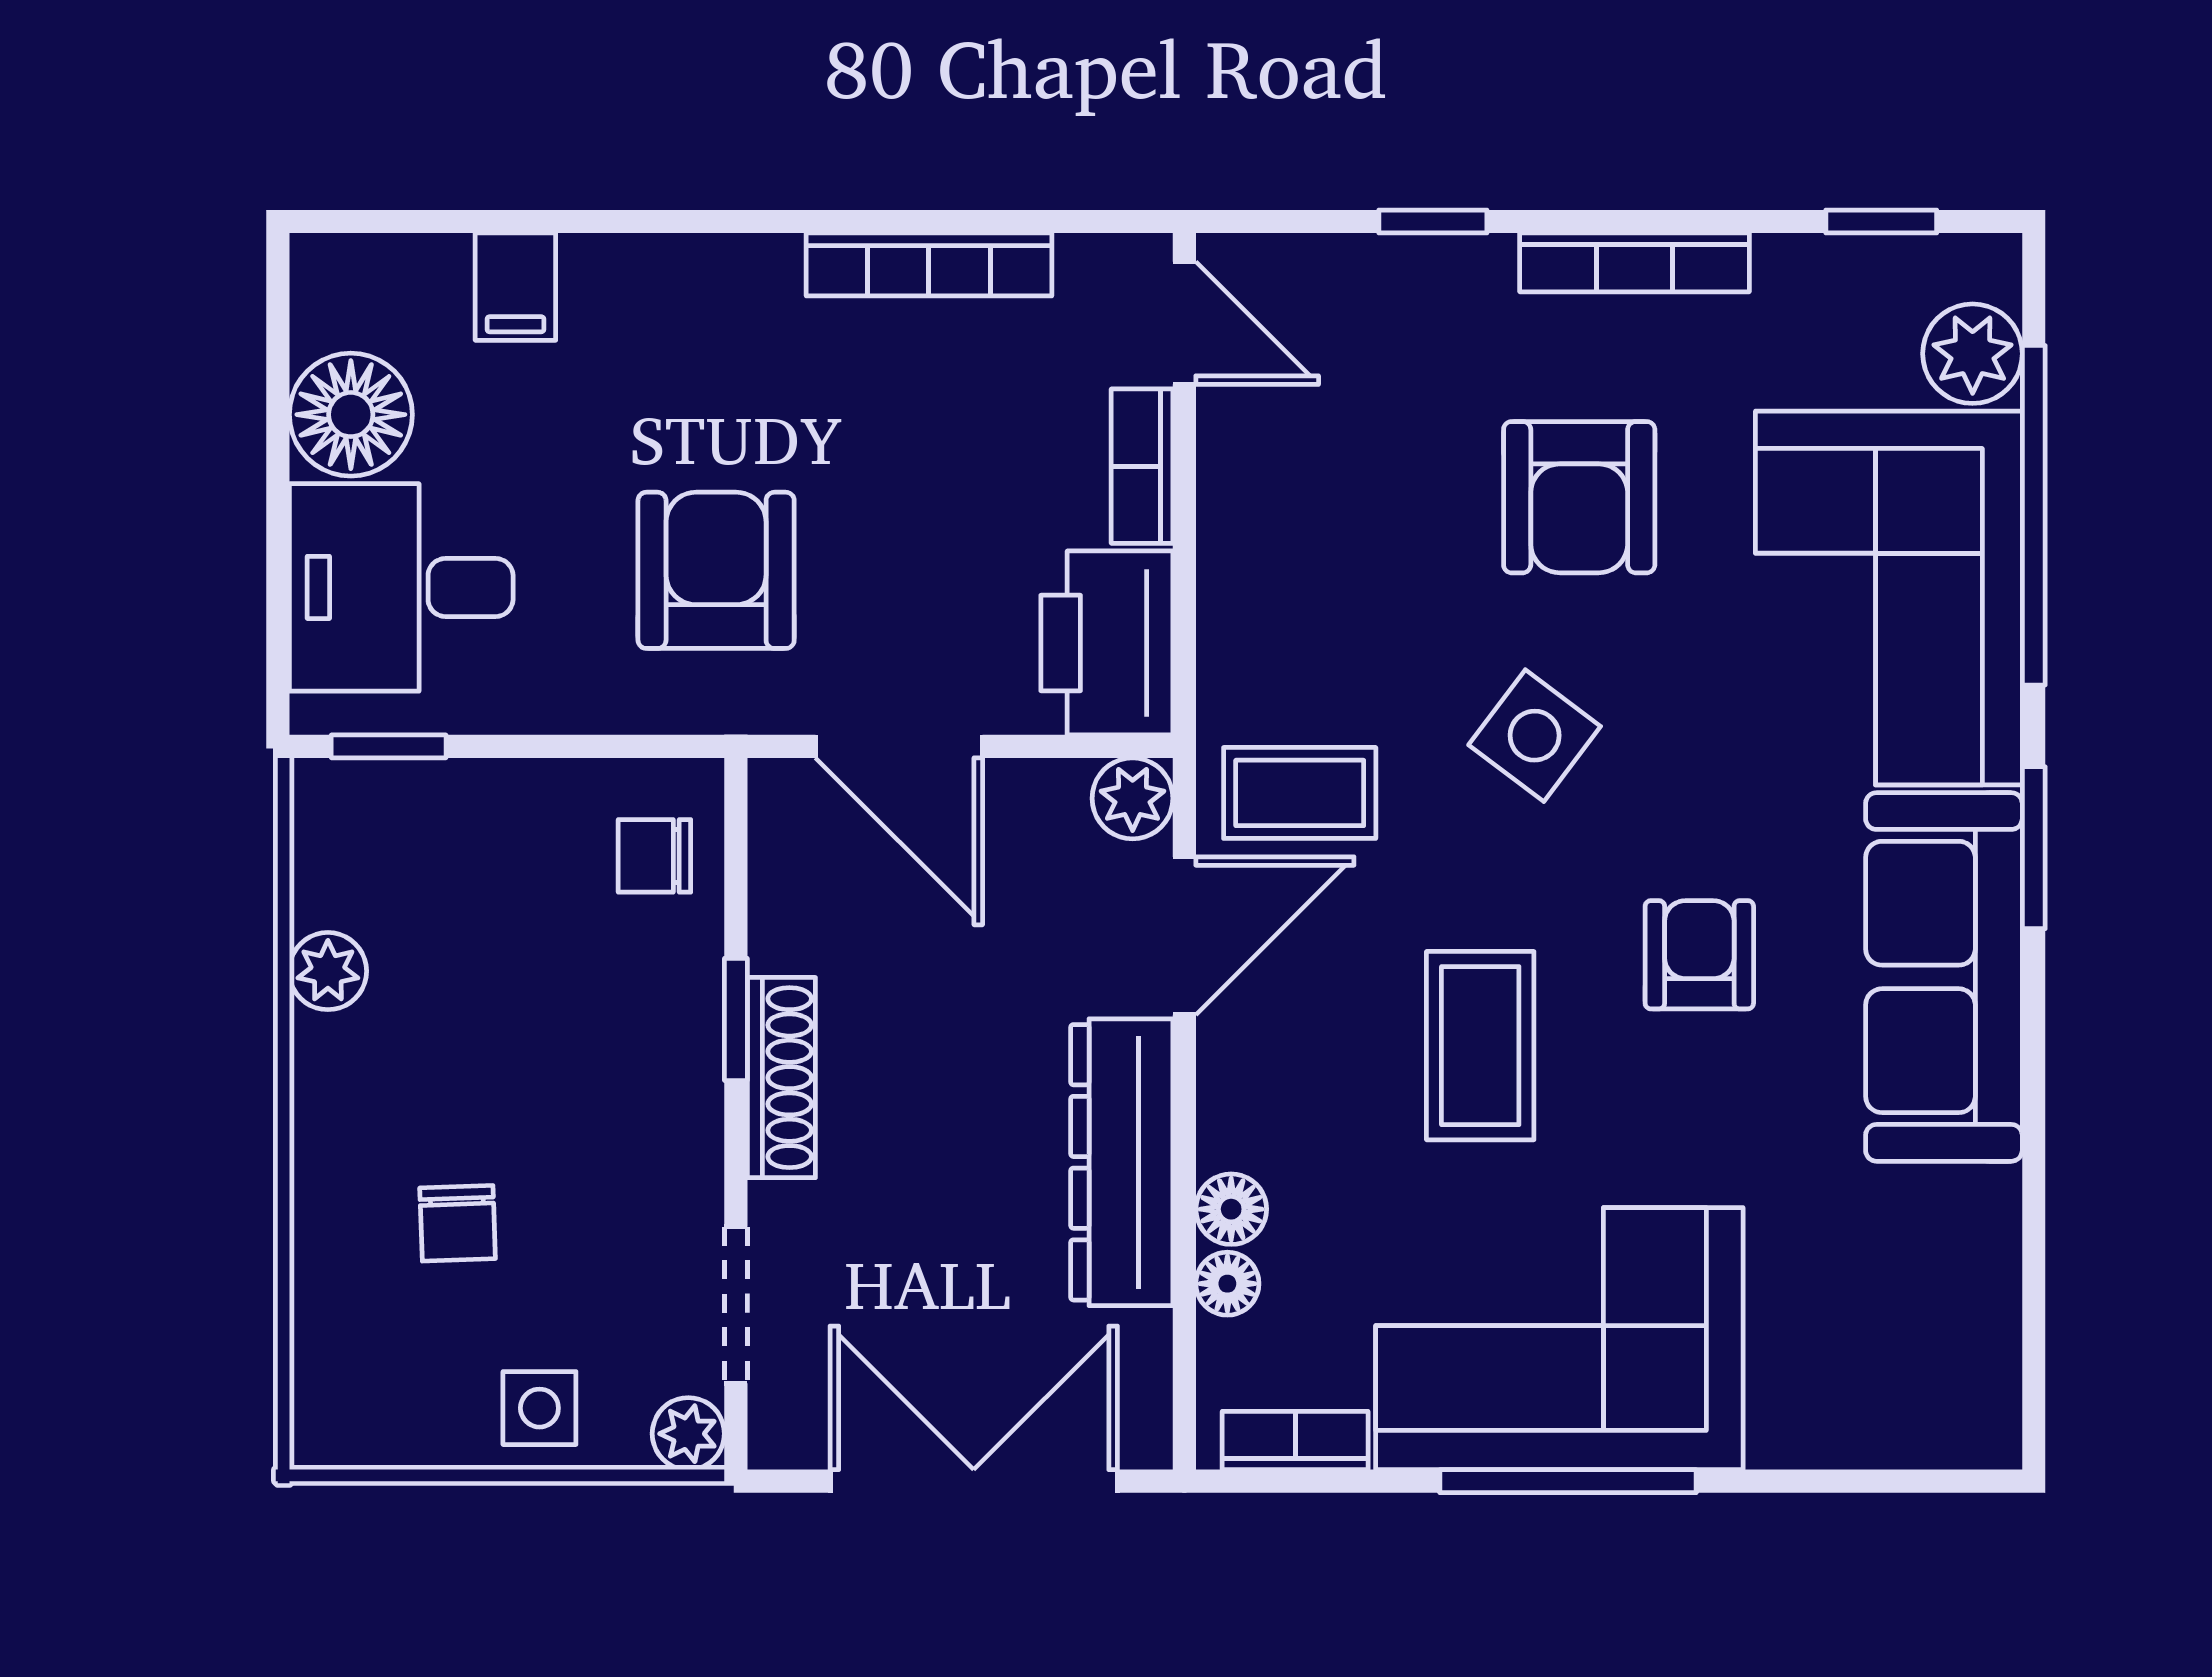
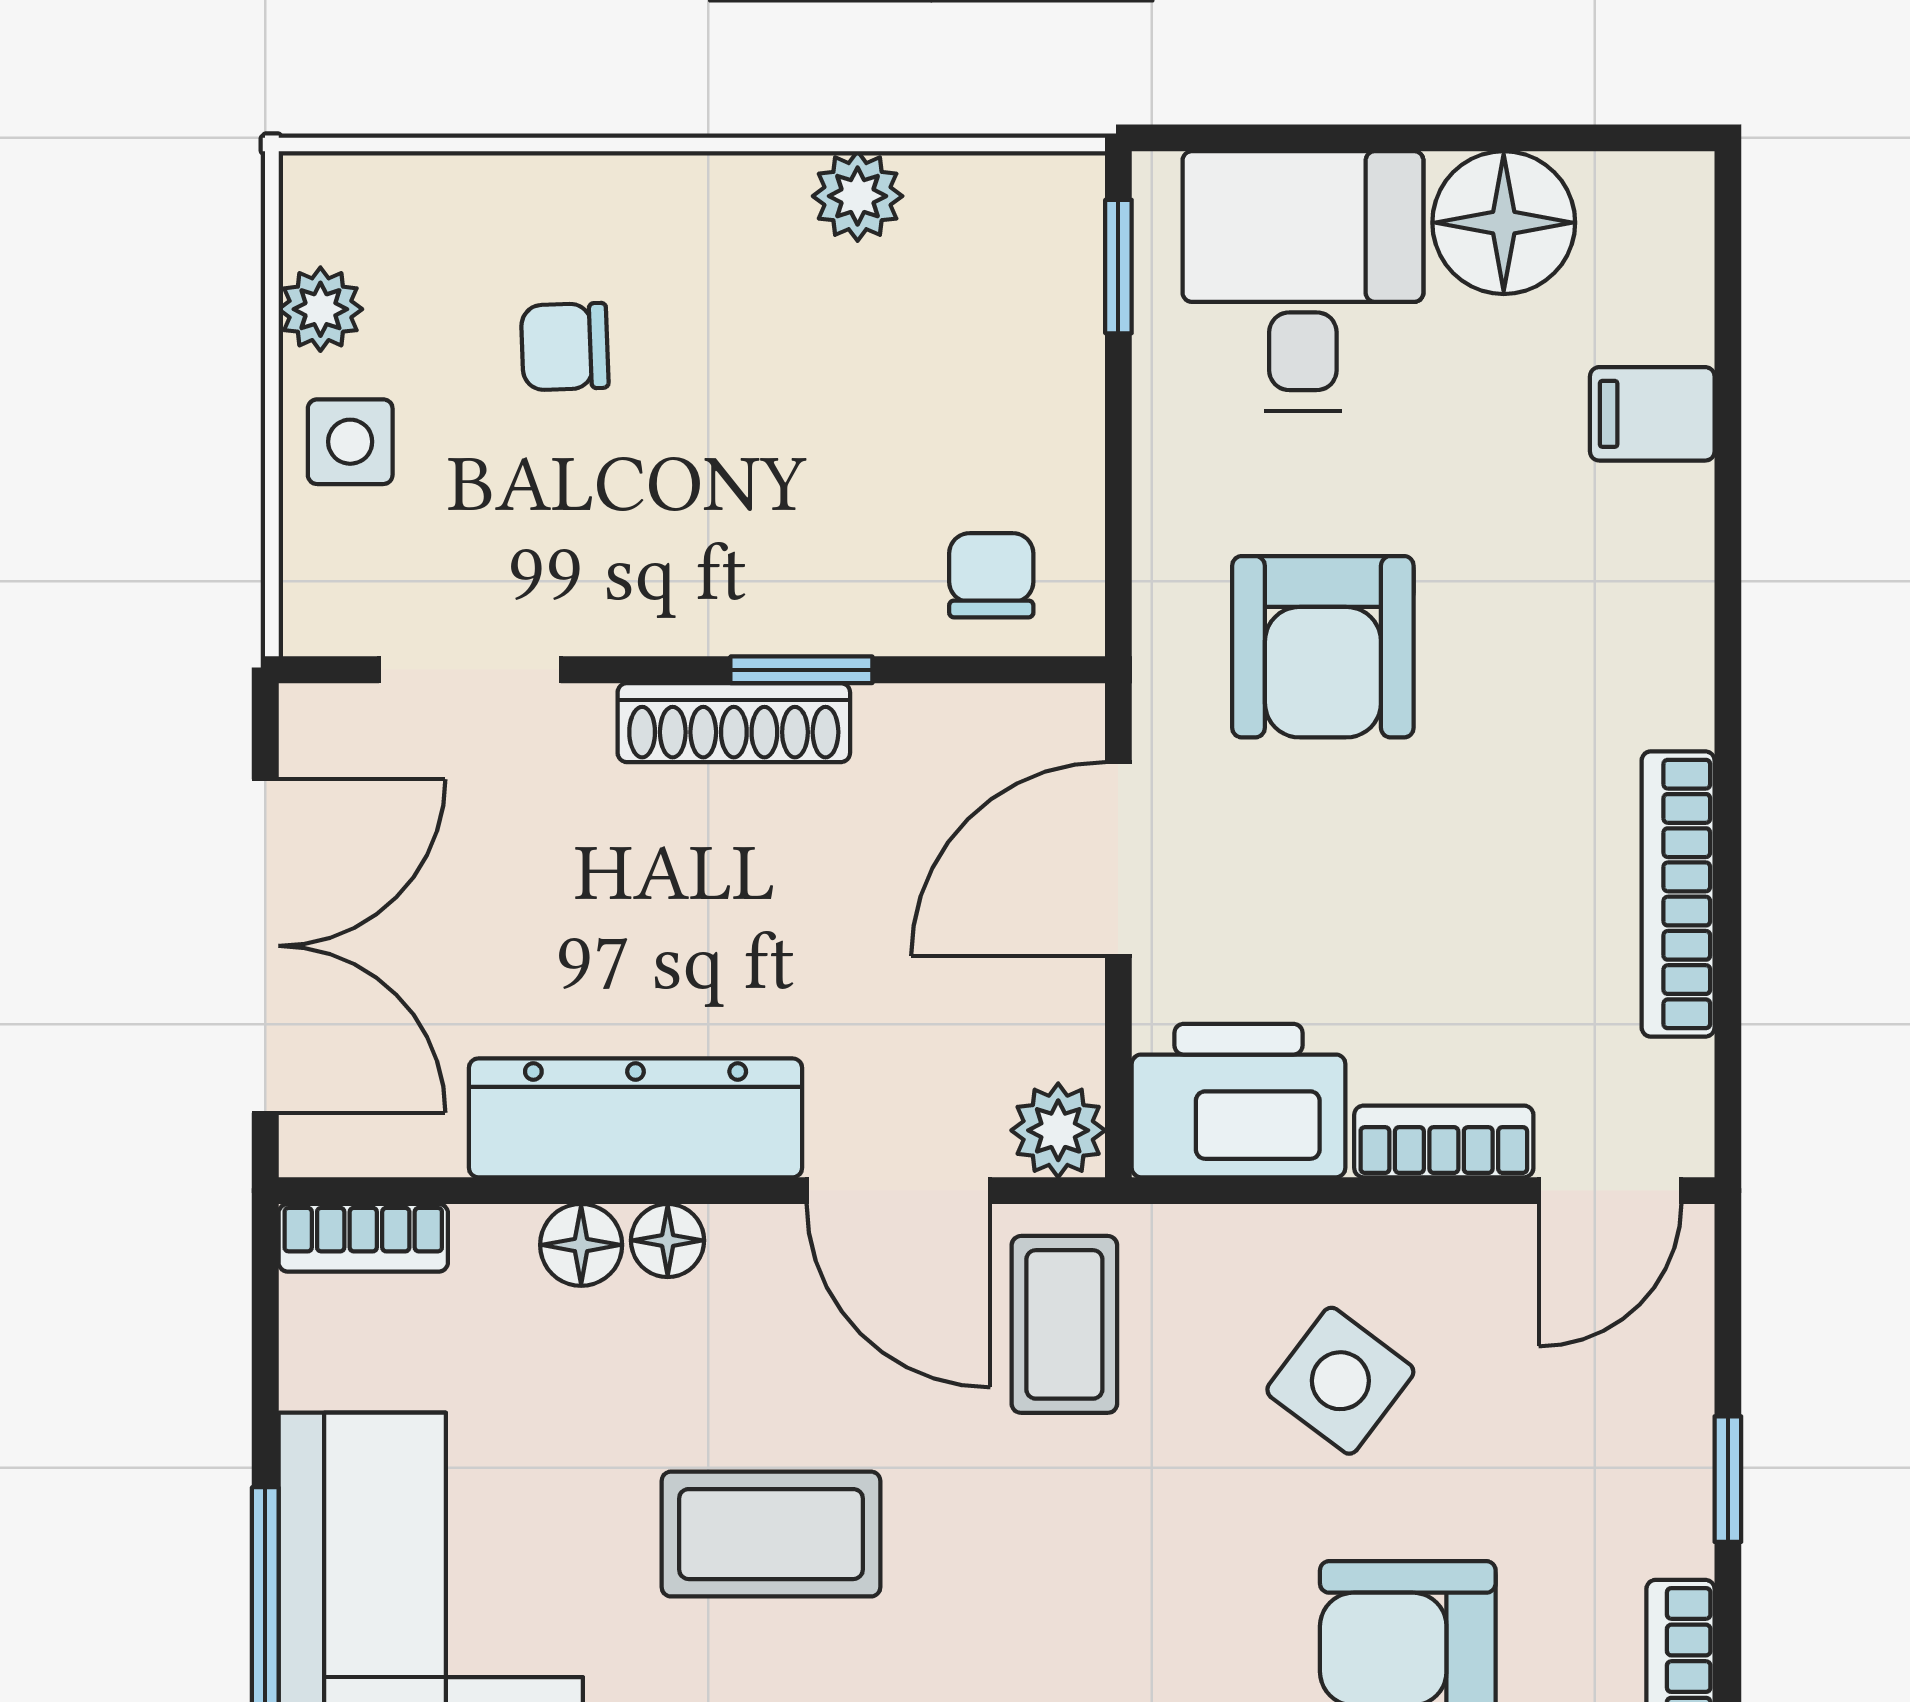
armchair: (716, 570) -> (1323, 647), turned 90
side table: (1535, 736) -> (1340, 1381), moved
floor lamp: (1227, 1284) -> (668, 1240), moved
plant: (688, 1434) -> (320, 309), moved
bookcase: (1295, 1441) -> (363, 1238), moved, turned 90

